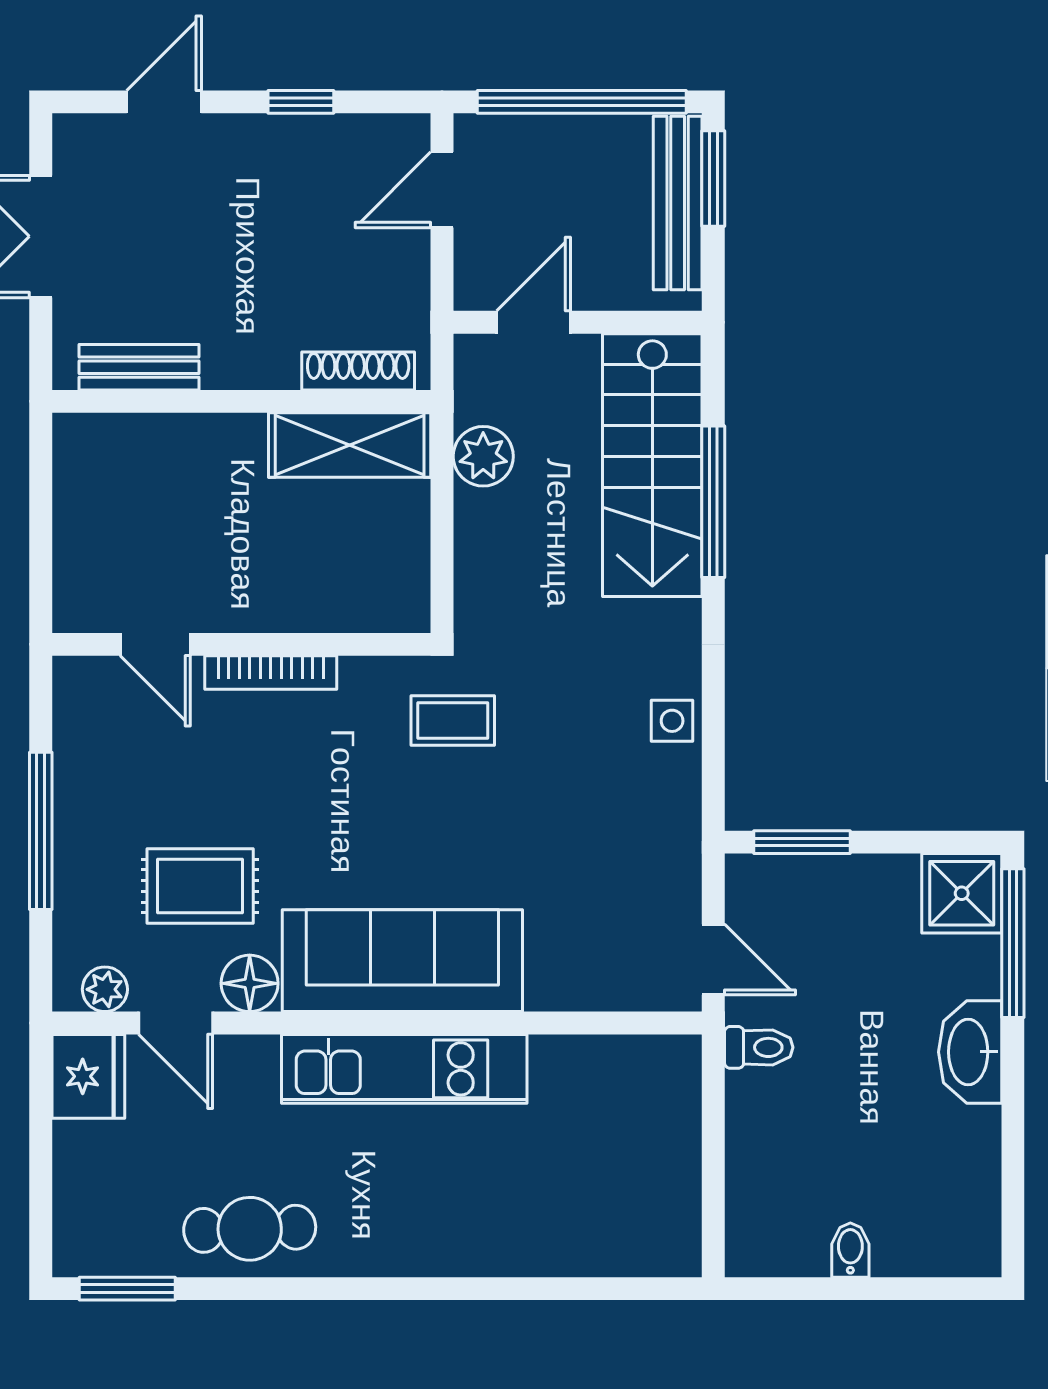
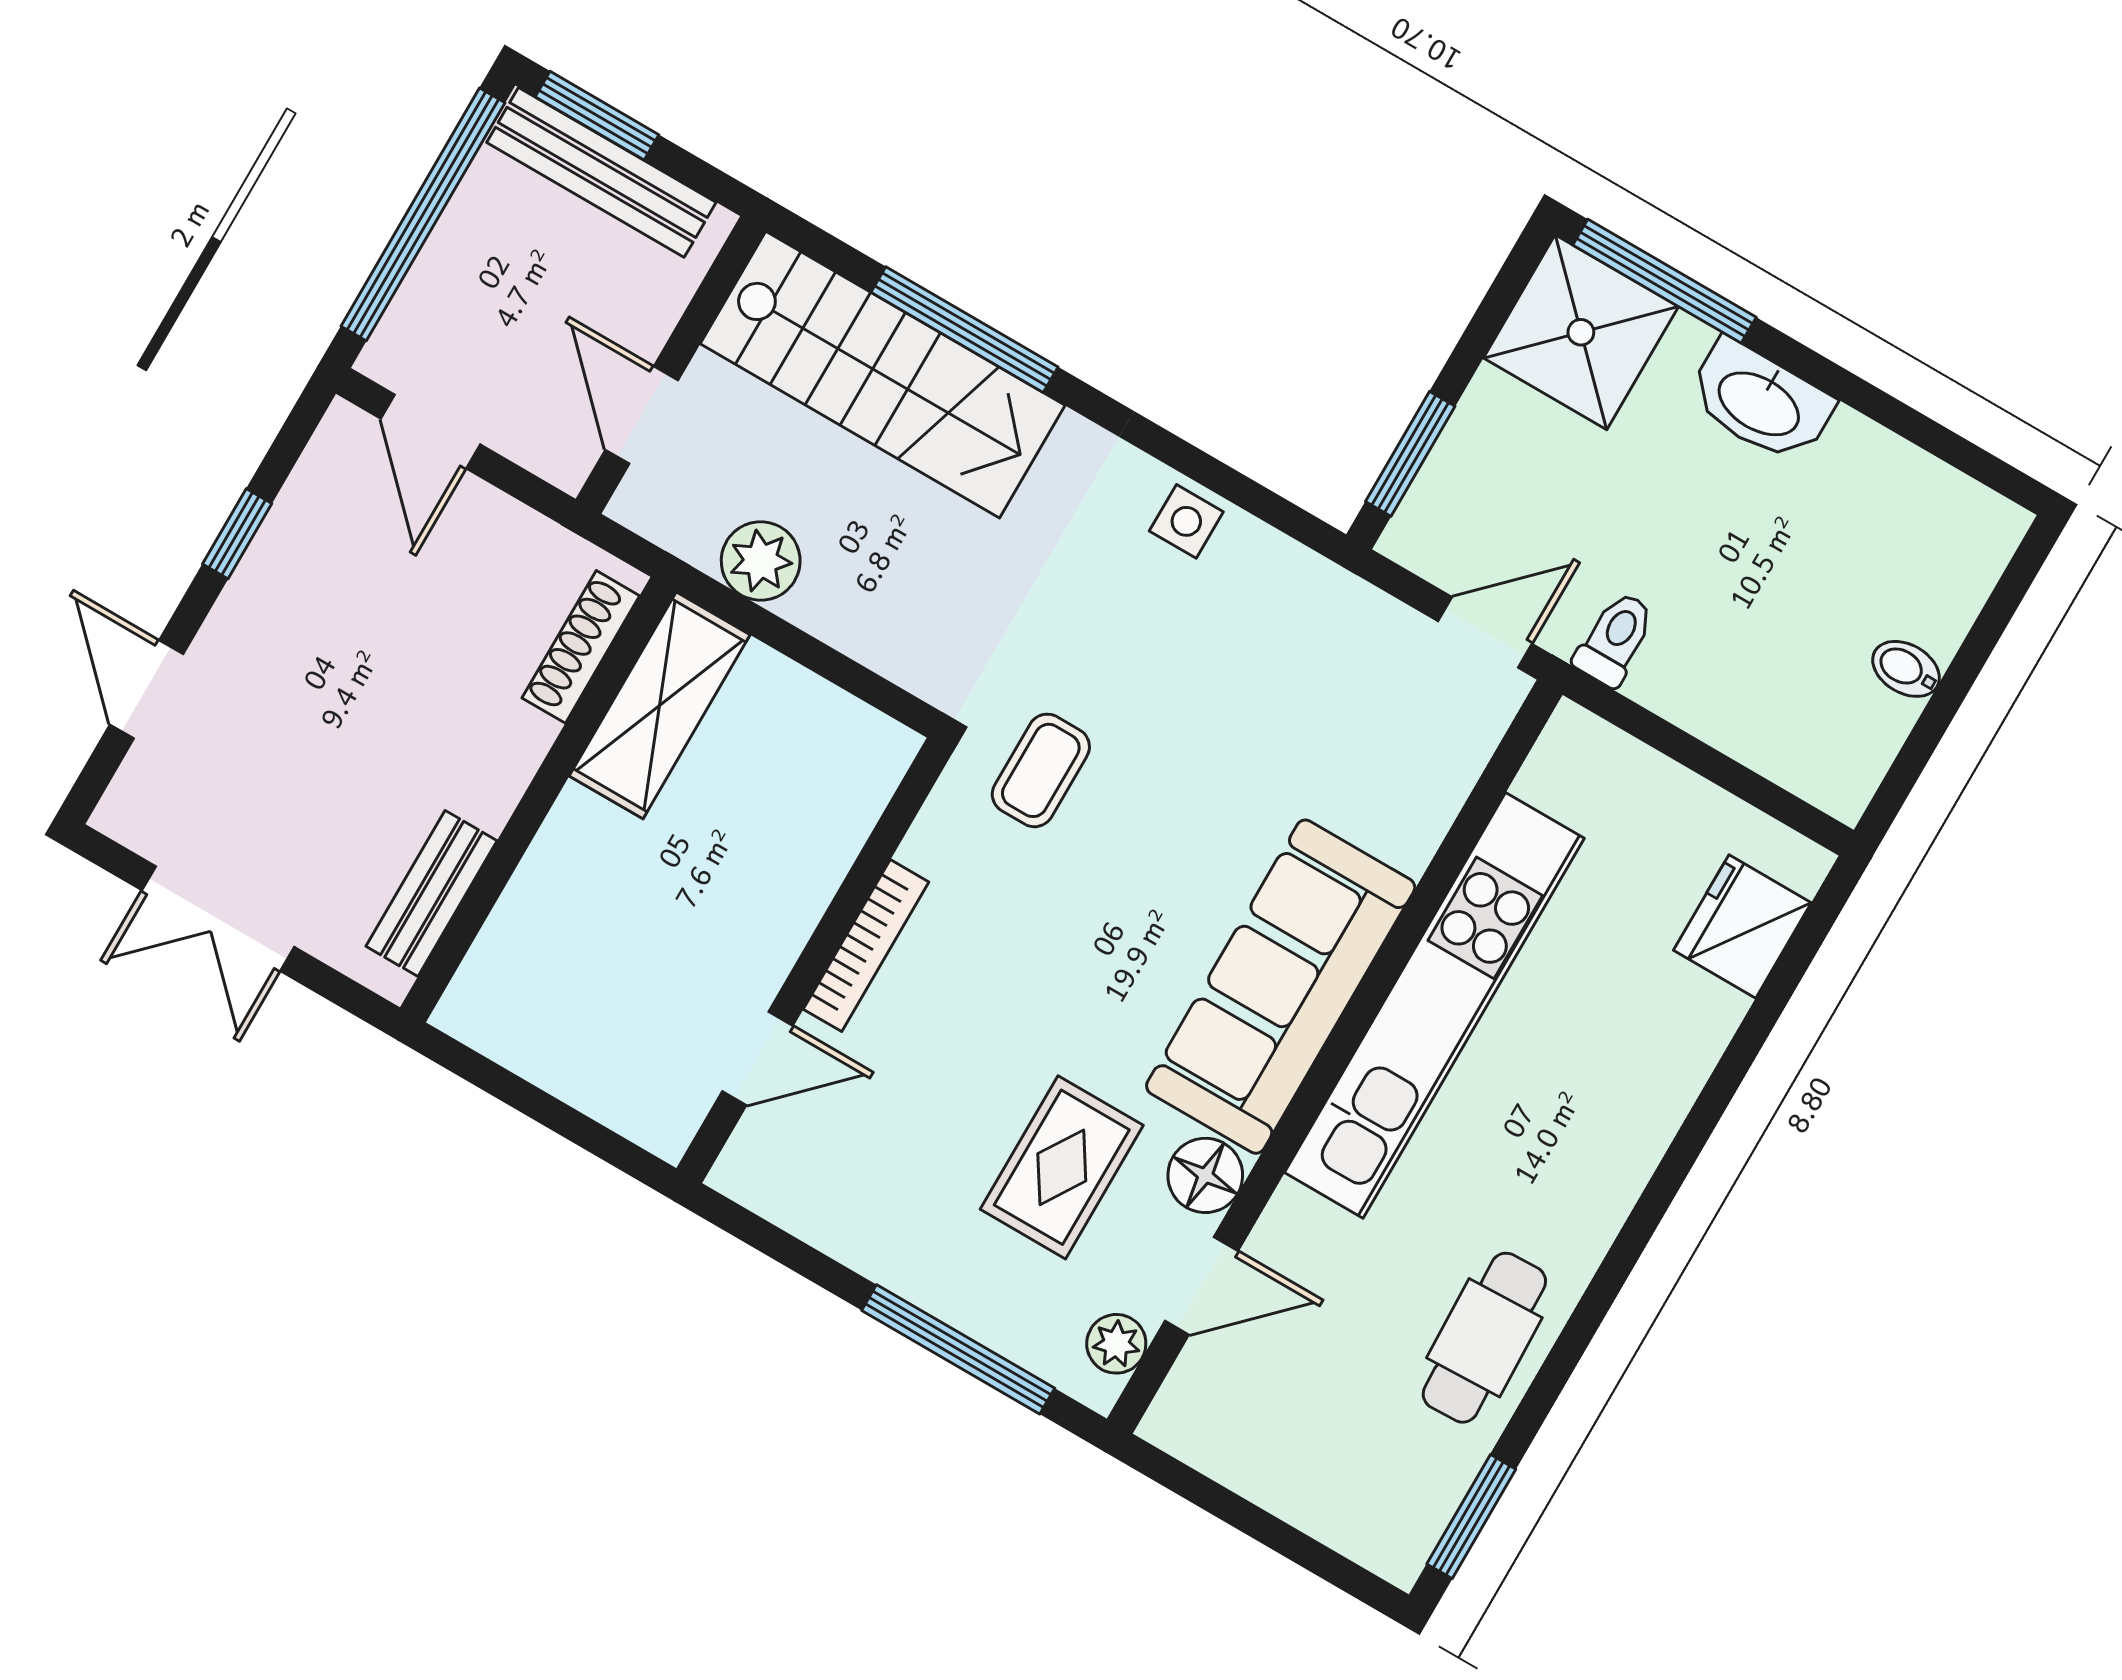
window: (41, 831) -> (958, 1349), moved
shower: (962, 893) -> (1581, 332), width x1.36, depth x1.36
kitchen unit: (404, 1069) -> (1434, 1005), width x1.36
fridge: (88, 1076) -> (1742, 926), moved, turned -90

